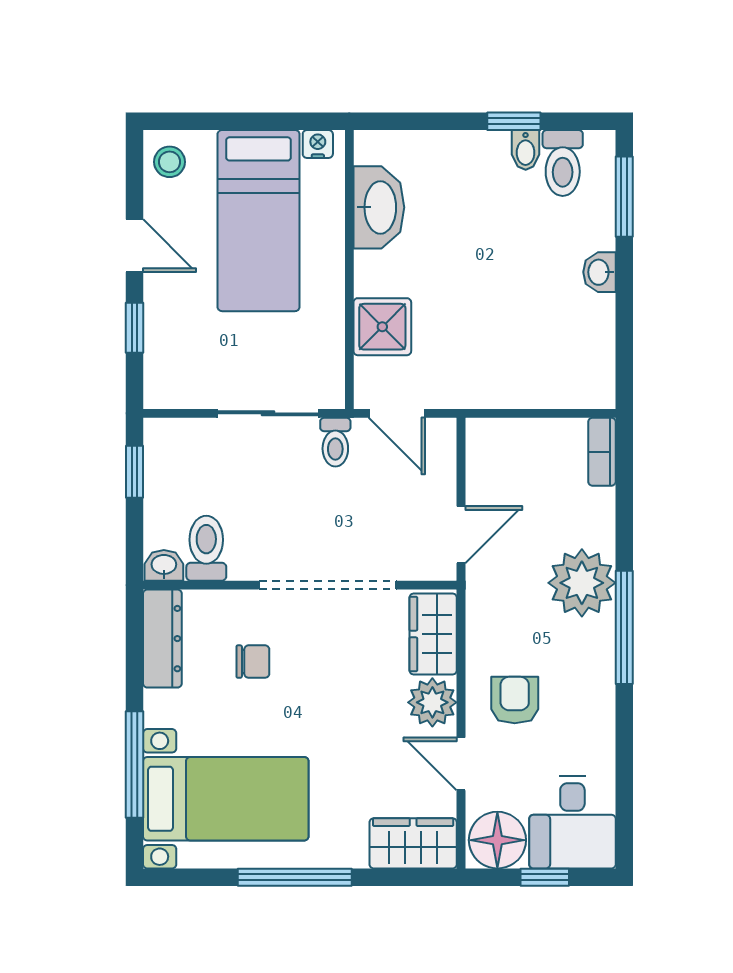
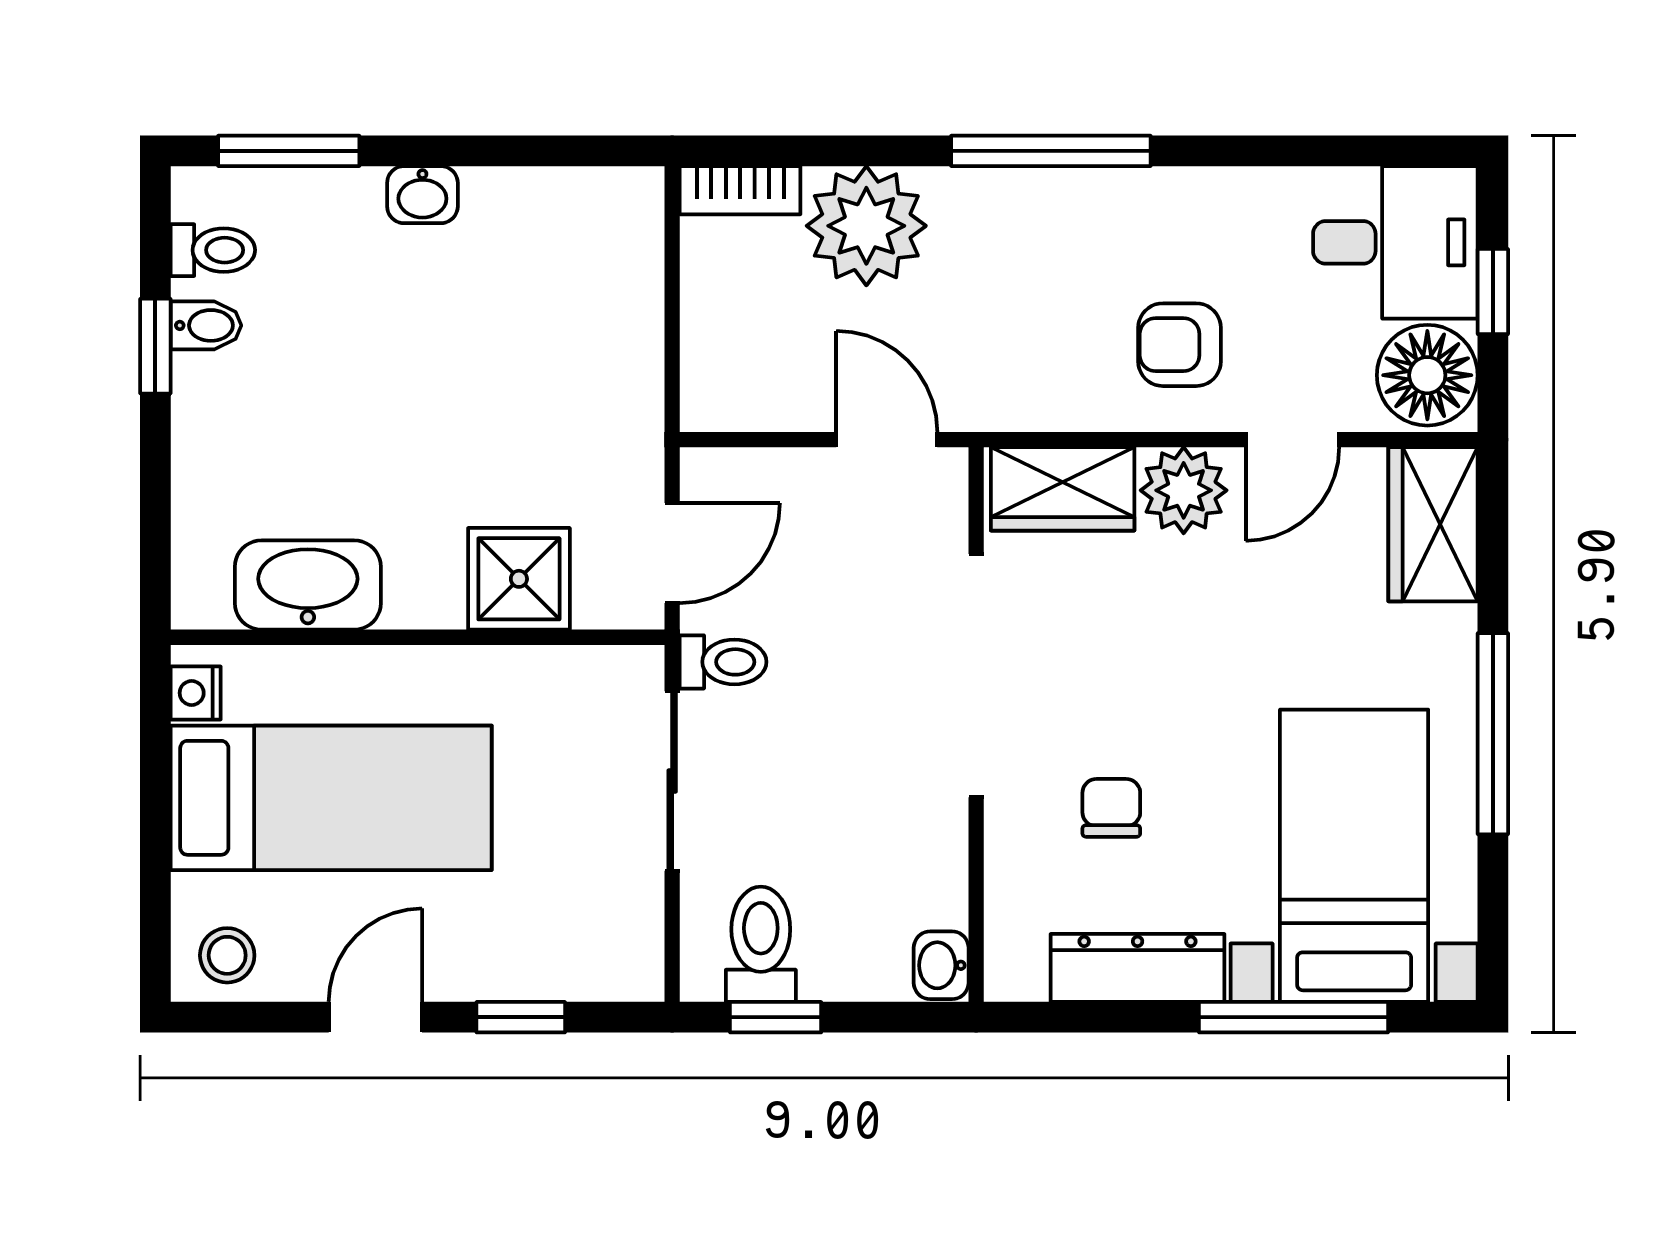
toilet: (563, 163) -> (213, 250), width x0.73, depth x0.72
toilet: (206, 548) -> (761, 944), moved, turned 90
plant: (582, 583) -> (866, 226), moved
dresser: (162, 639) -> (1138, 968), moved

